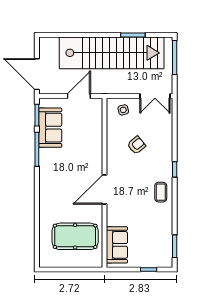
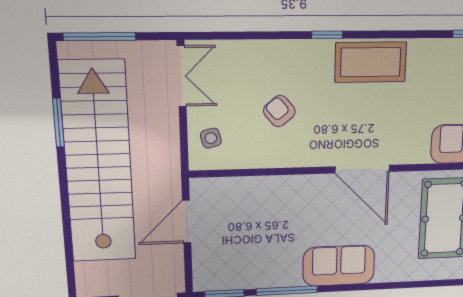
door: (79, 96) -> (187, 222), hinge flipped
sofa: (50, 128) -> (339, 266), moved
coffee table: (161, 192) -> (371, 62), width x1.86, depth x1.72

